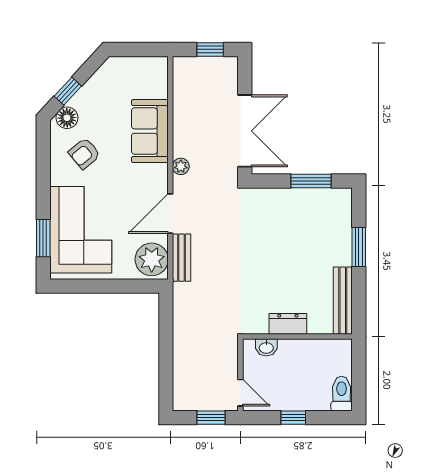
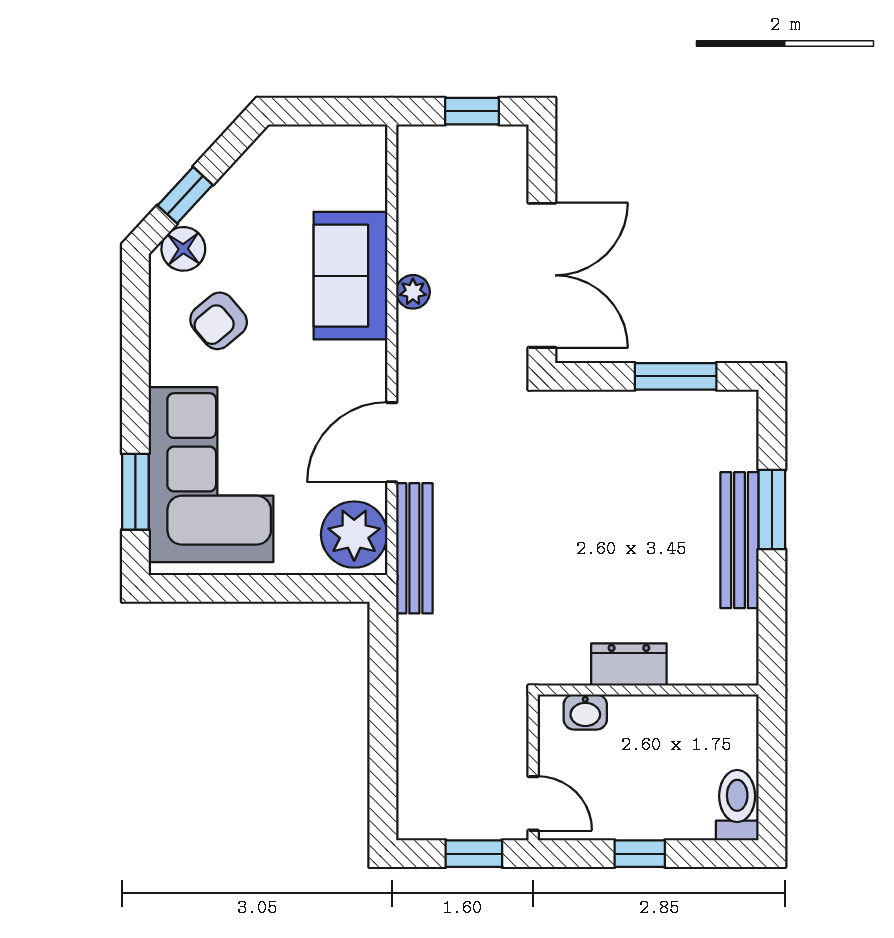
plant: (181, 166) -> (413, 292), moved
bench: (182, 258) -> (414, 548), width x1.36
bench: (343, 301) -> (739, 540), moved

